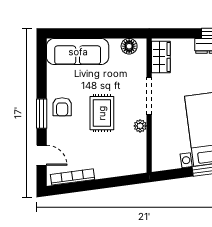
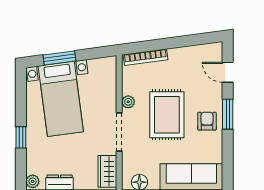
rug: (102, 113) -> (167, 115), width x1.36, depth x1.43
bookcase: (72, 177) -> (145, 57), moved

